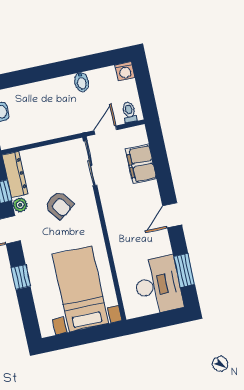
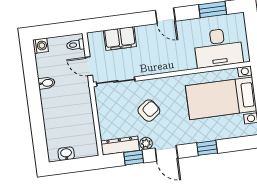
desk: (158, 285) -> (218, 48), moved, turned 180

